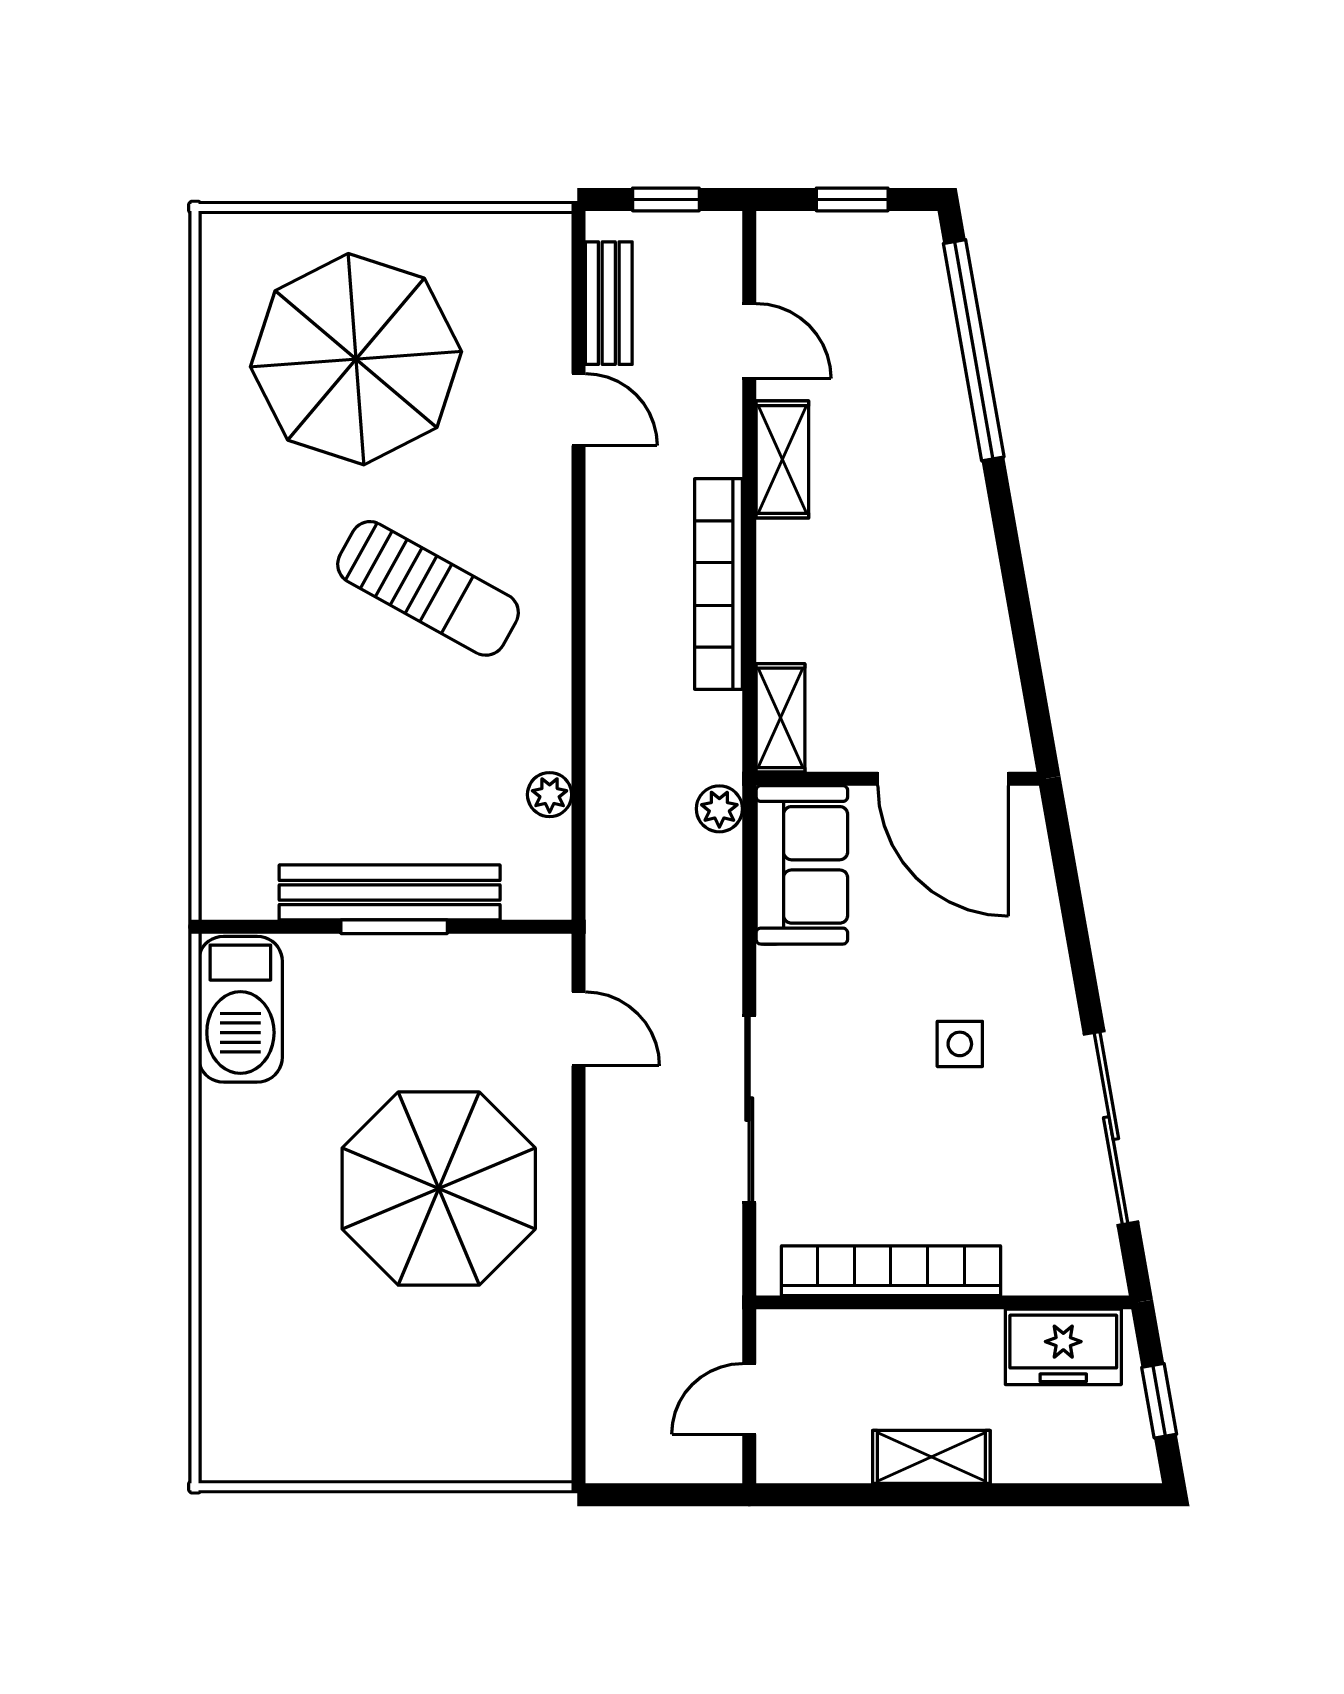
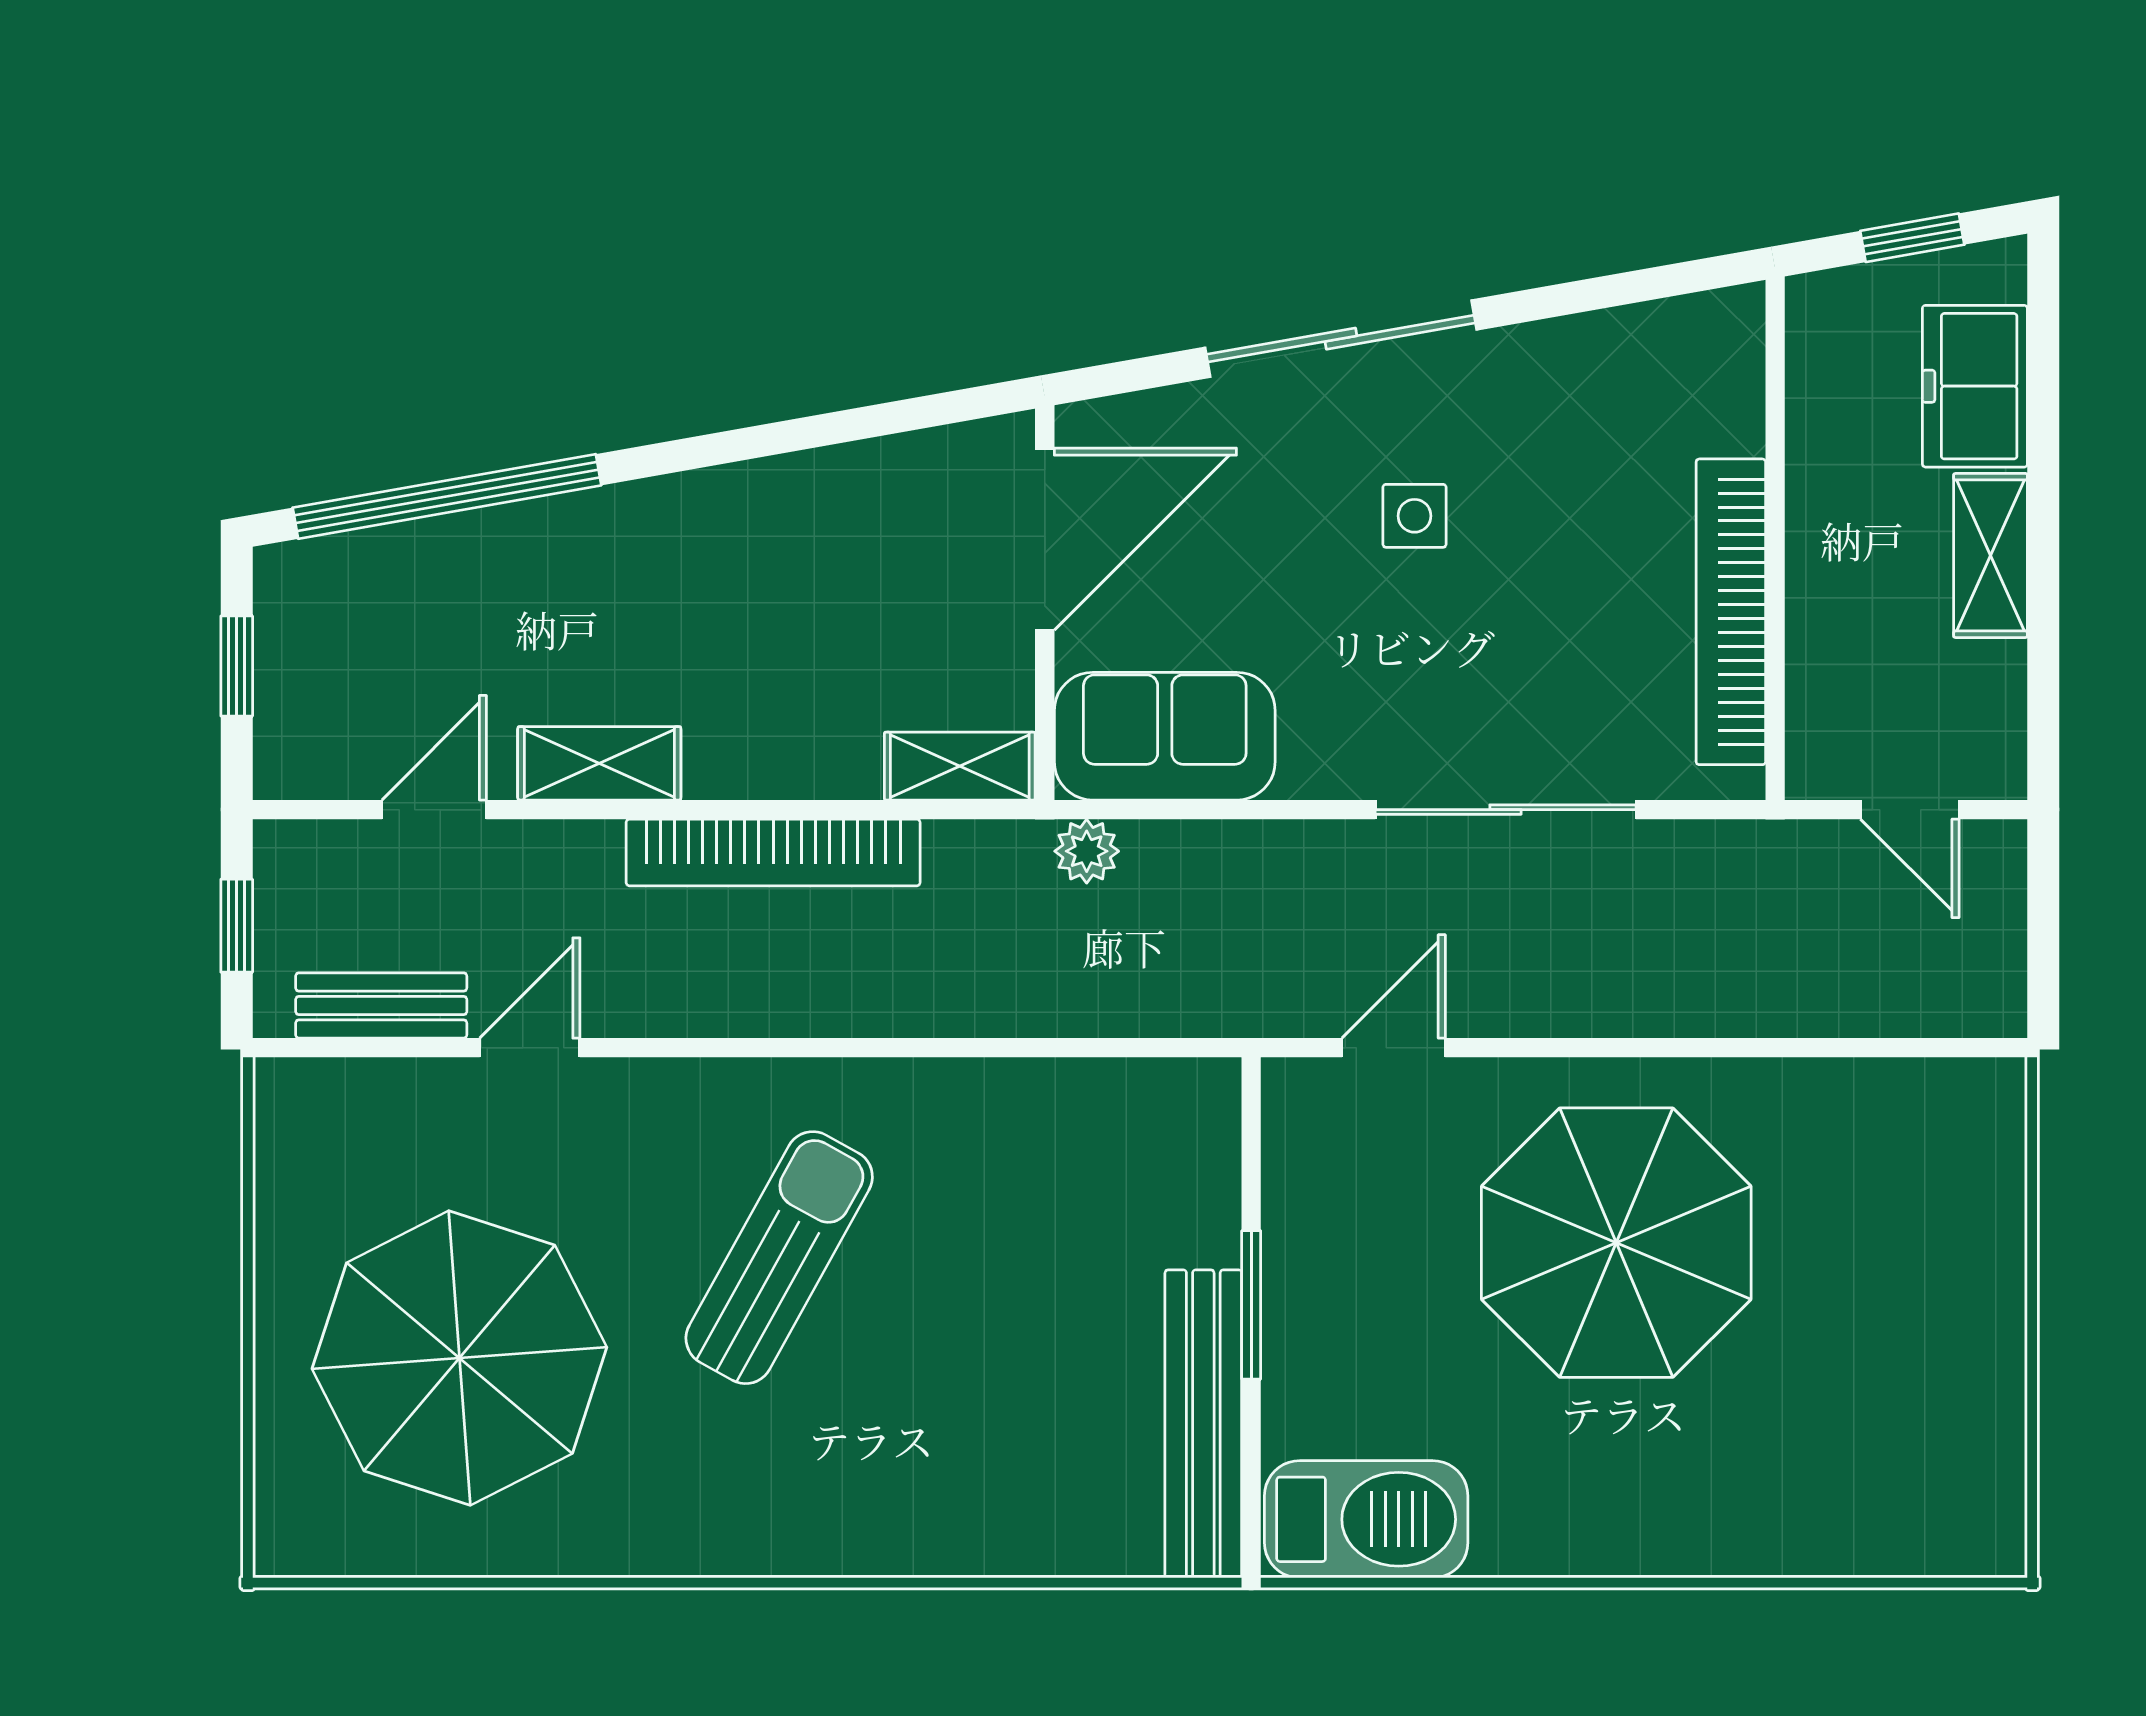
plant: (550, 795) -> (1067, 1088), removed
bench: (390, 892) -> (1203, 1424), moved
sliding door: (1111, 1128) -> (1341, 339), moved
freezer: (1063, 1347) -> (1975, 386), moved, turned 180

